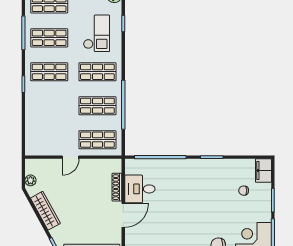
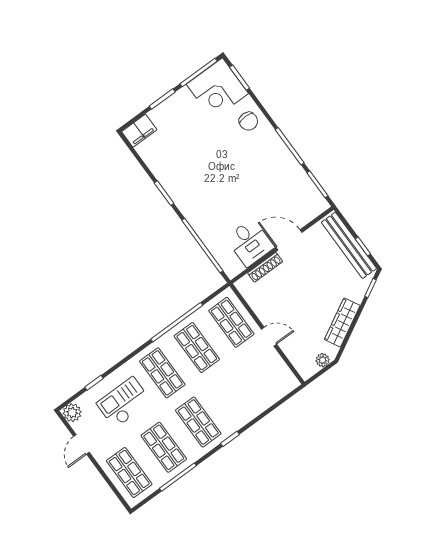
chair: (244, 191) -> (174, 136), removed

